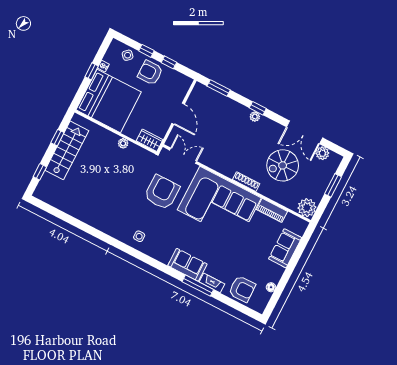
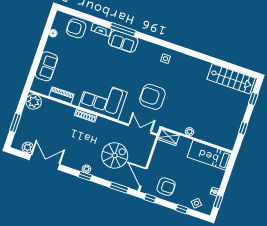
window: (169, 62) -> (150, 198), moved
window: (92, 71) -> (218, 202), moved
armchair: (150, 73) -> (166, 187), moved
bed: (109, 101) -> (209, 155), width x0.49
door: (178, 114) -> (144, 177), moved
stairs: (67, 150) -> (231, 79), moved, turned -90
double door: (183, 156) -> (140, 129), swing flipped
spiral stairs: (283, 165) -> (115, 155), moved
armchair: (162, 192) -> (152, 97), turned 90
corner sofa: (219, 204) -> (103, 99), width x0.73, depth x0.74
window: (198, 286) -> (123, 29), moved

